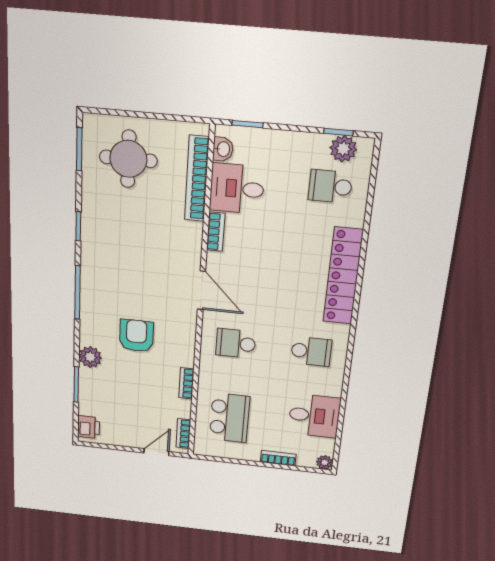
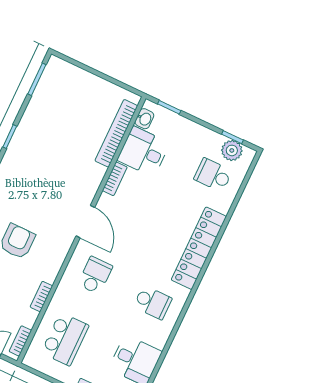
round table: (128, 159) -> (71, 100), removed
school desk: (236, 343) -> (95, 275), turned 90

